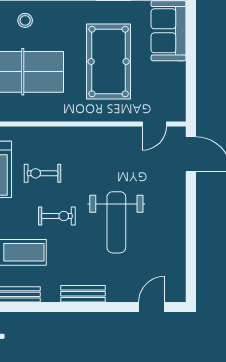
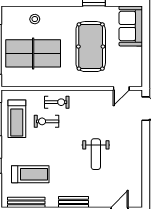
exercise bike: (57, 216) -> (57, 102), moved
weight bench: (116, 222) -> (96, 154), width x0.73, depth x0.75

